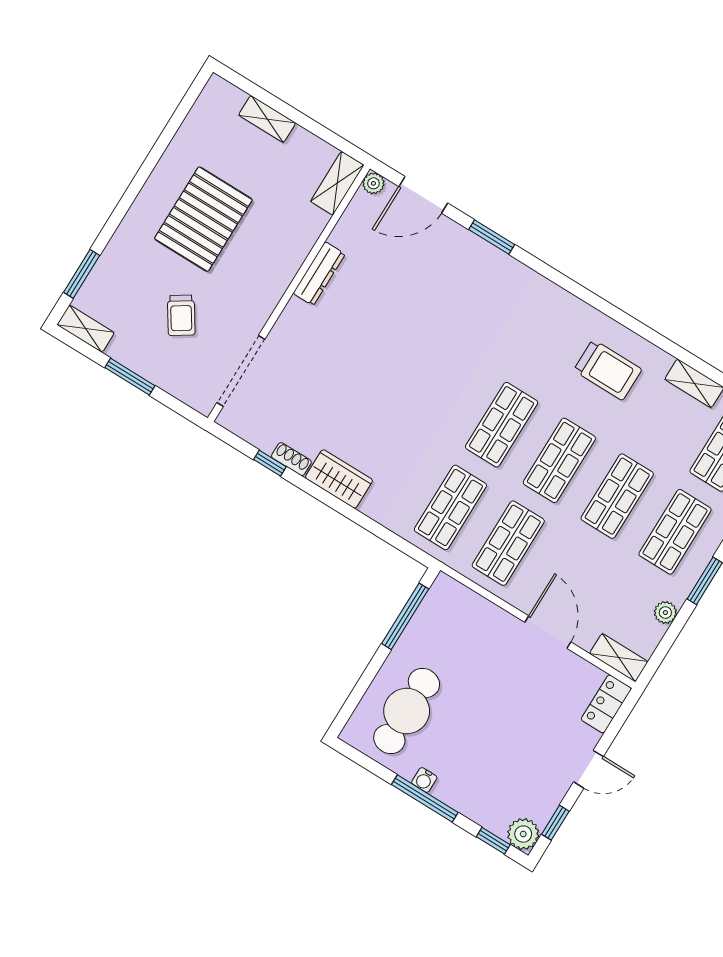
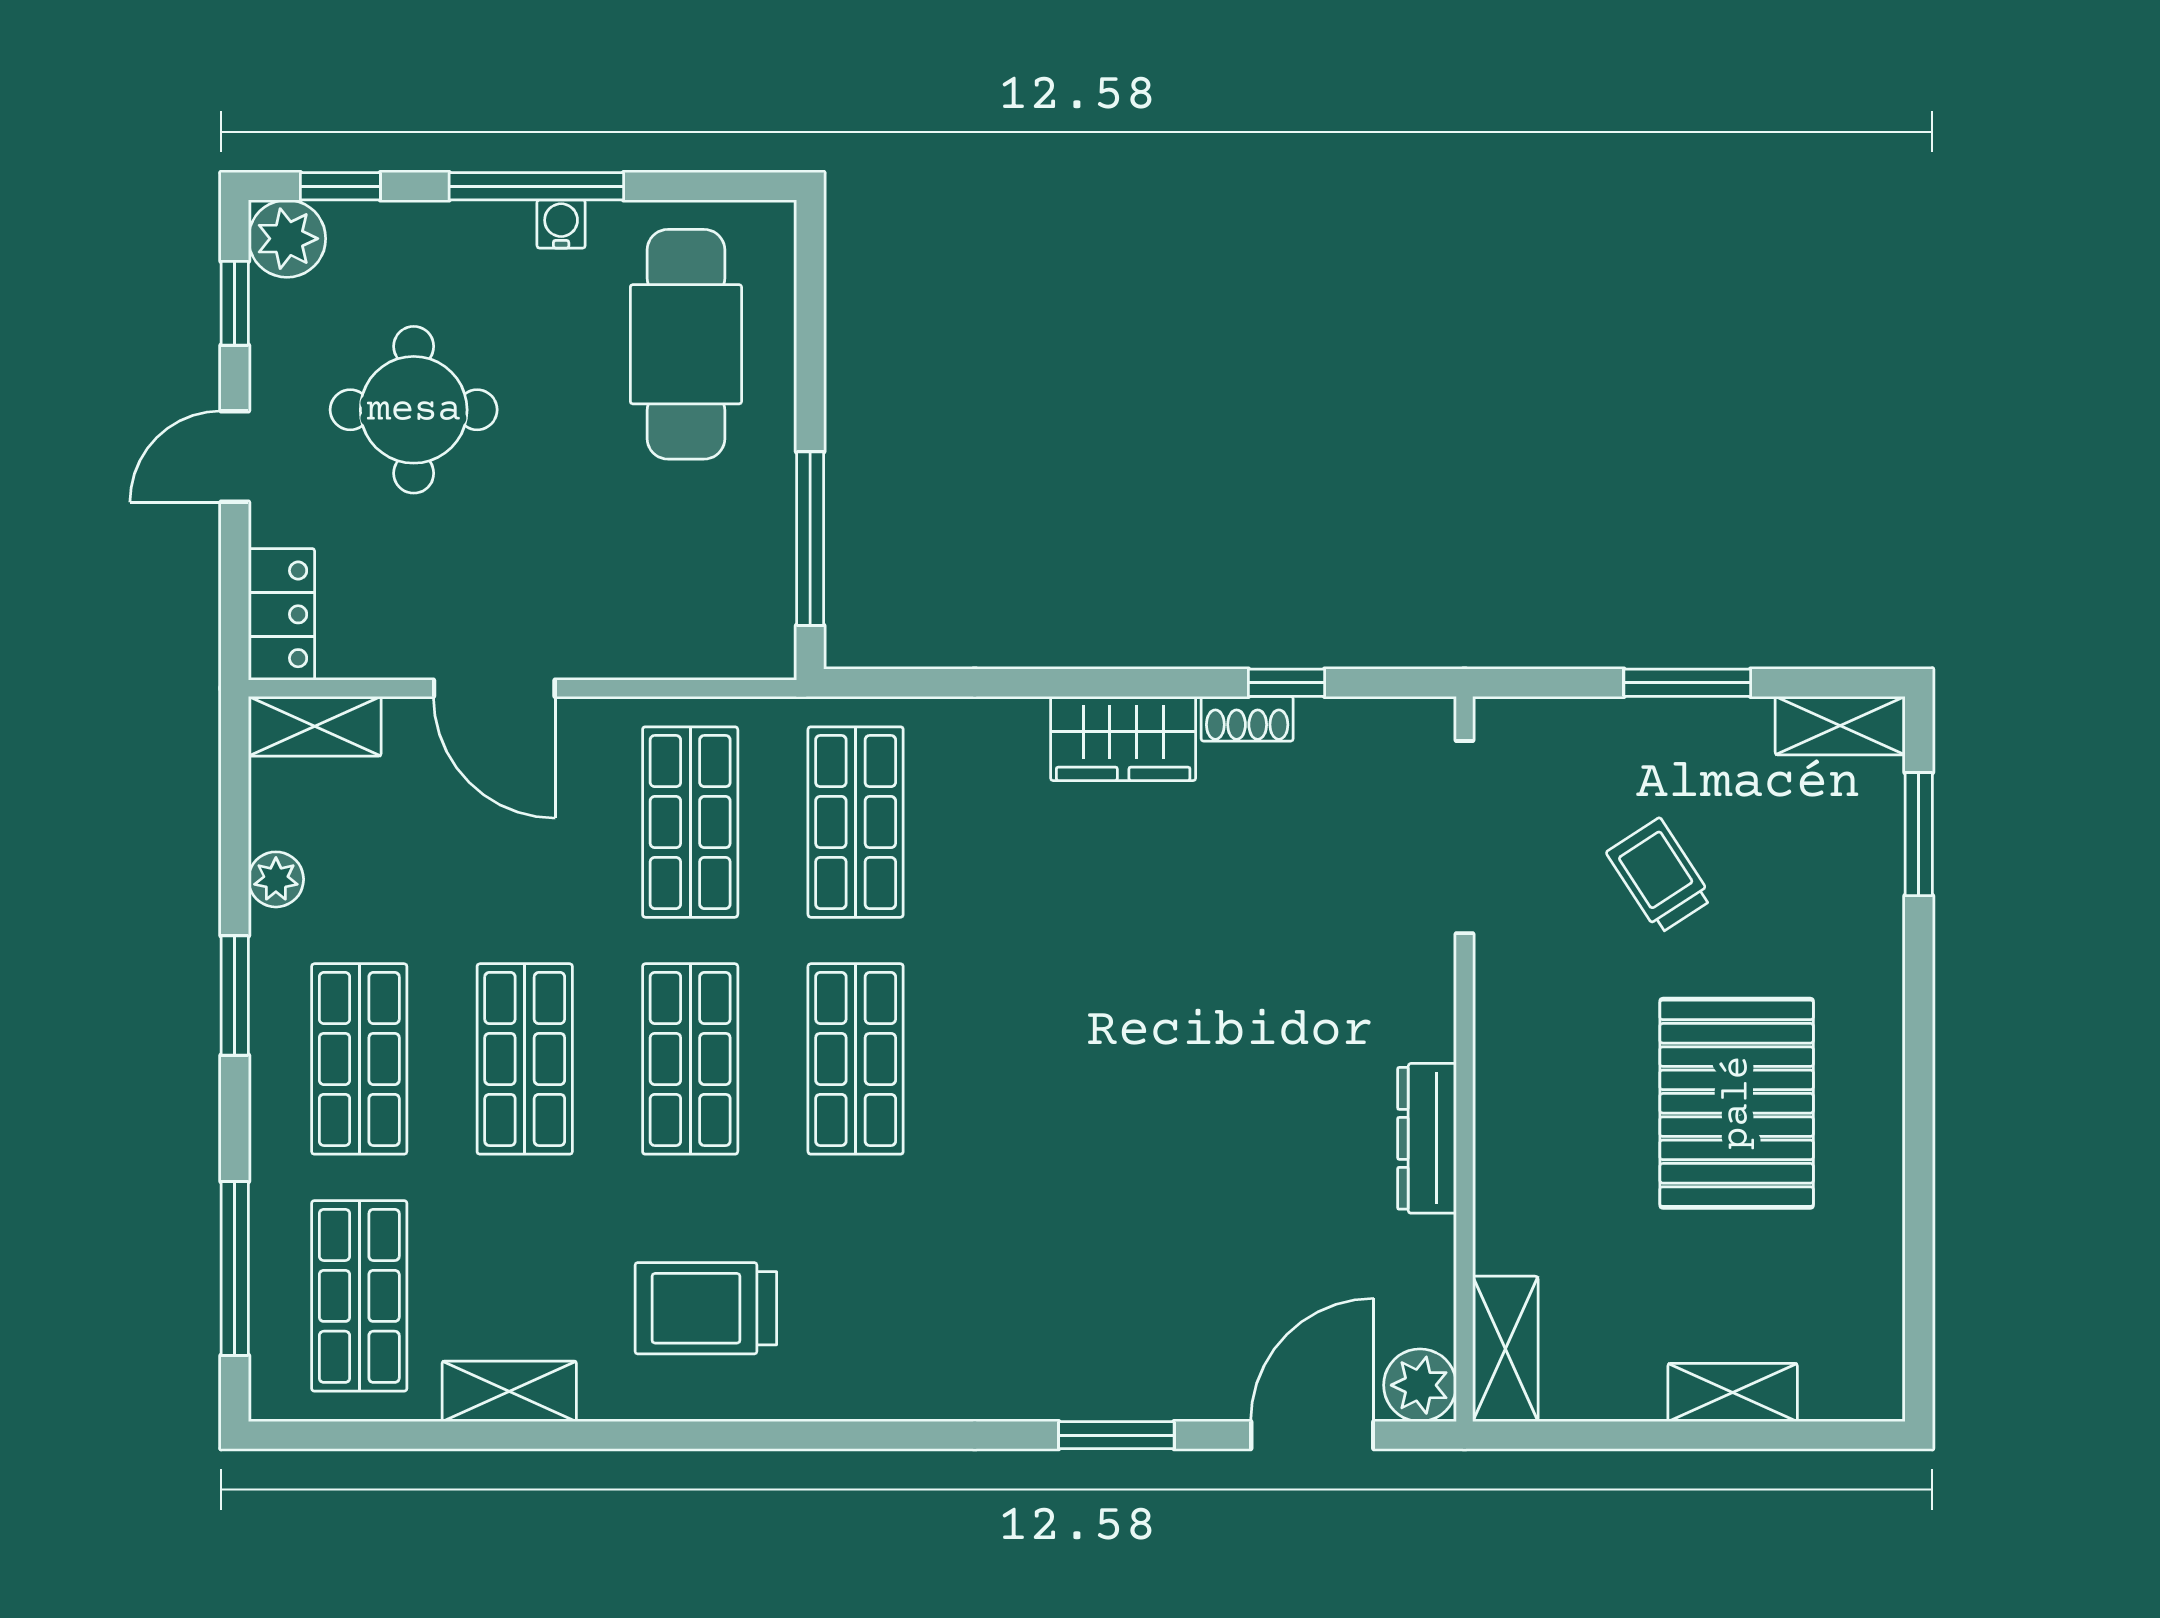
plant: (373, 183) -> (1420, 1385), width x1.38, depth x1.38
round table: (516, 747) -> (414, 410), added

